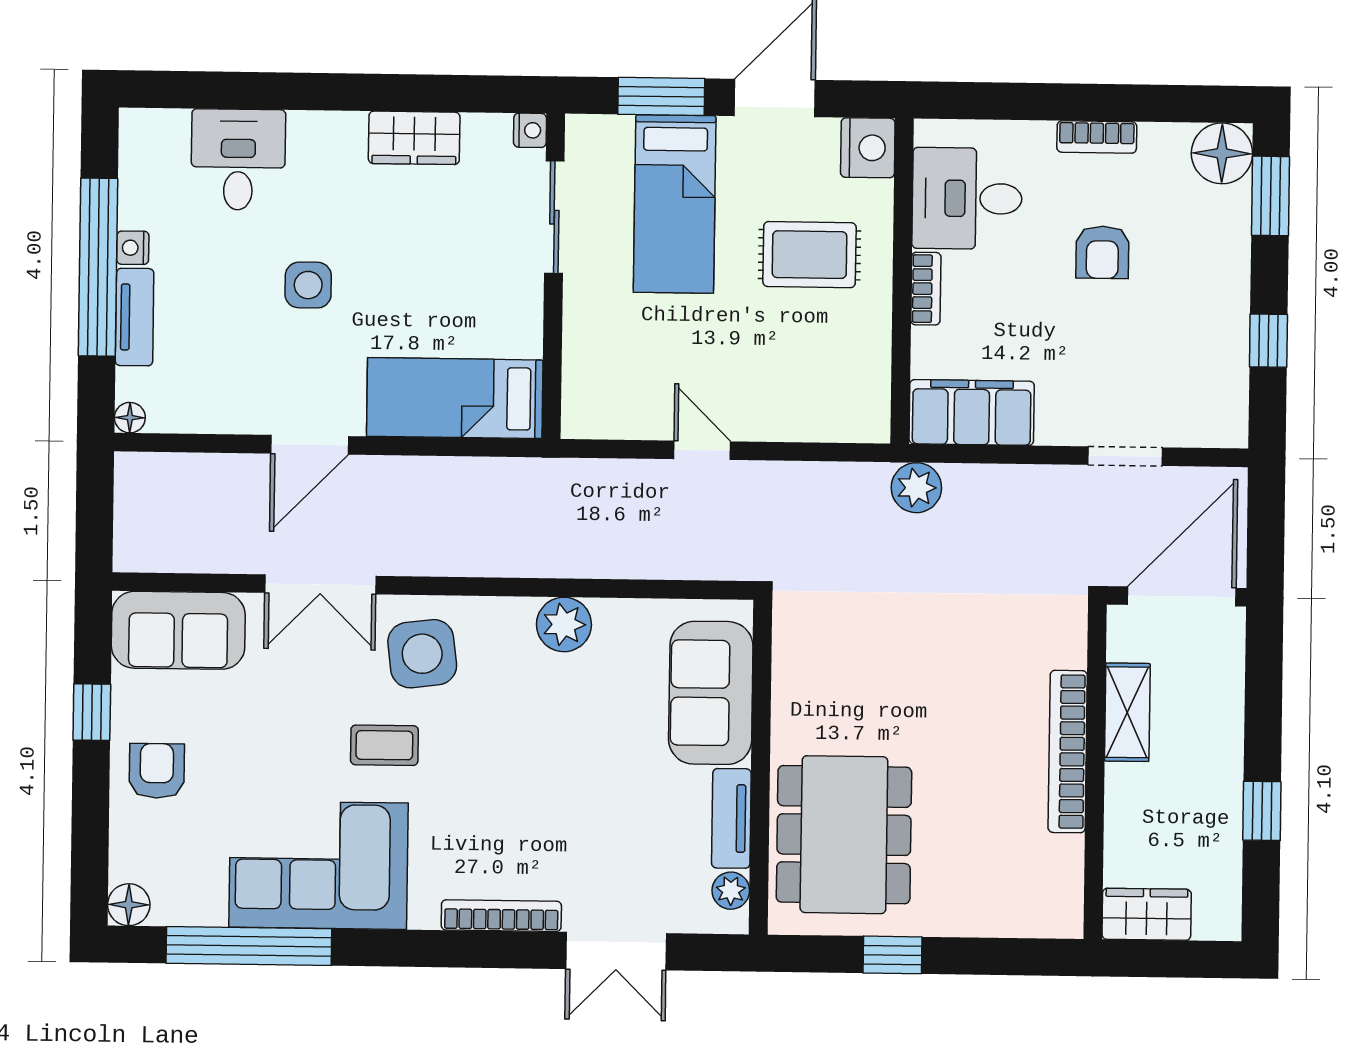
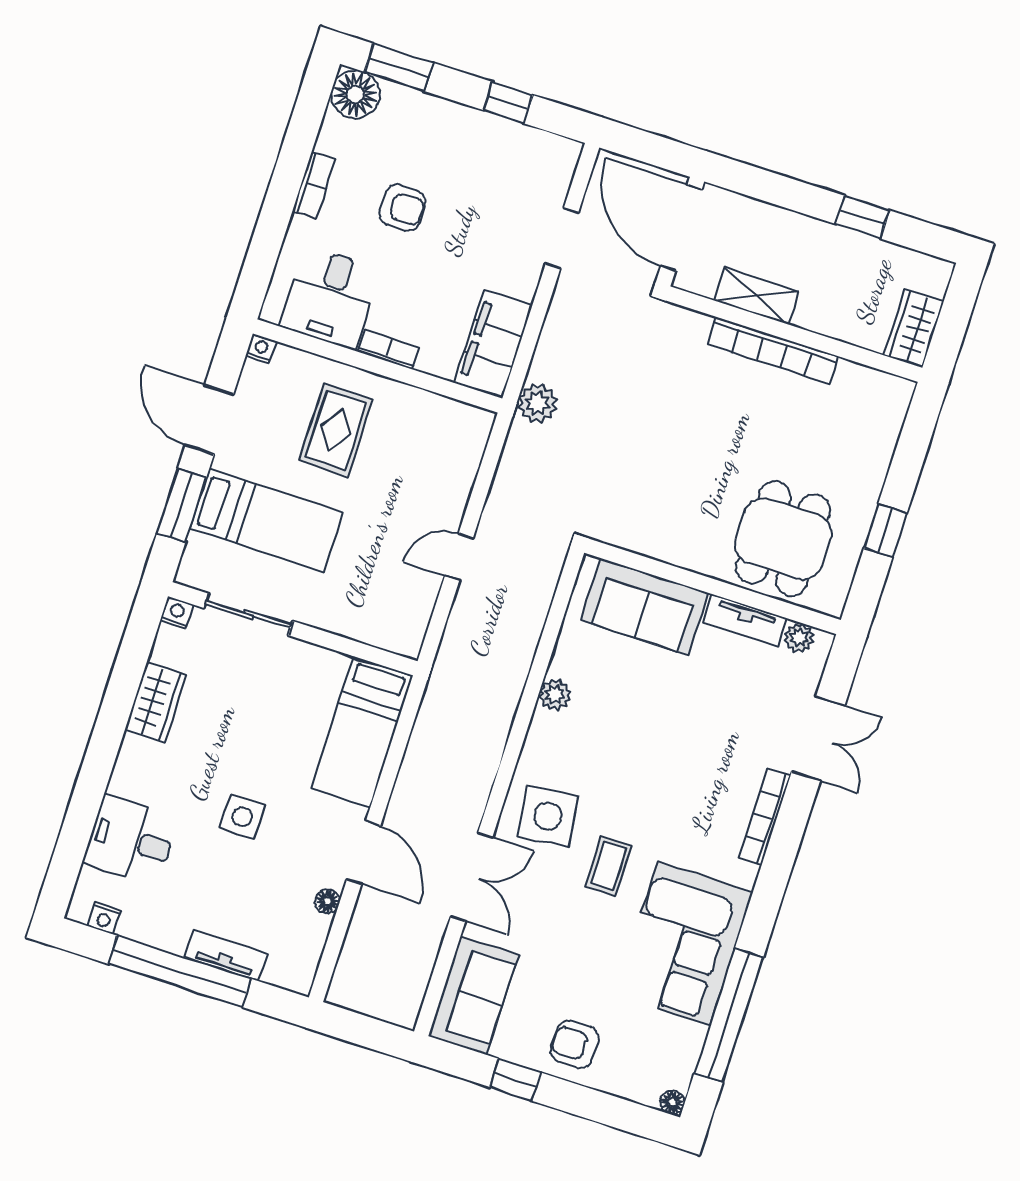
nightstand: (868, 148) -> (261, 349), width x0.53, depth x0.56
nightstand: (133, 248) -> (104, 918), moved
floor lamp: (130, 418) -> (327, 901), moved
plant: (564, 624) -> (555, 695), width x0.73, depth x0.73
dining table: (844, 835) -> (783, 539), width x0.73
floor lamp: (129, 905) -> (672, 1102), width x0.73, depth x0.73

